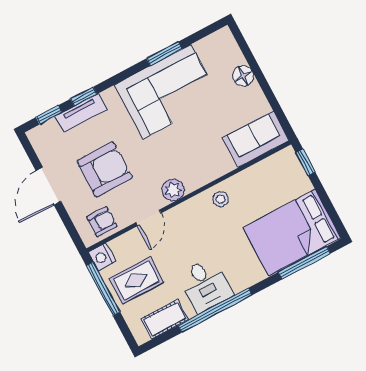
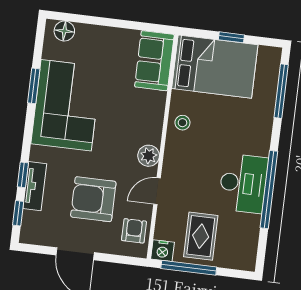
floor lamp: (243, 76) -> (64, 31), moved
window: (306, 162) -> (231, 37), moved
armchair: (105, 169) -> (93, 199), turned -90
door: (148, 218) -> (157, 191), swing flipped
bed: (292, 233) -> (215, 67), moved, turned -90
desk: (205, 285) -> (243, 183), width x1.37
cot: (165, 319) -> (248, 235), removed

